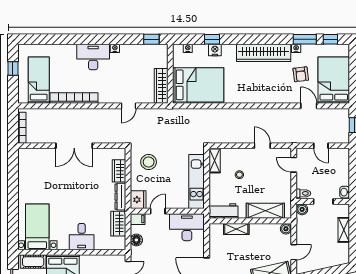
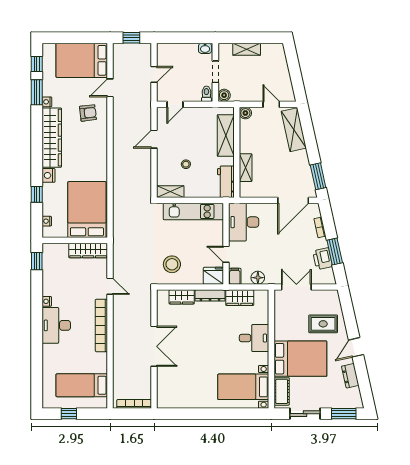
nightstand: (215, 50) -> (48, 175), moved
armchair: (301, 74) -> (88, 113), moved
bookcase: (74, 98) -> (101, 325), moved

